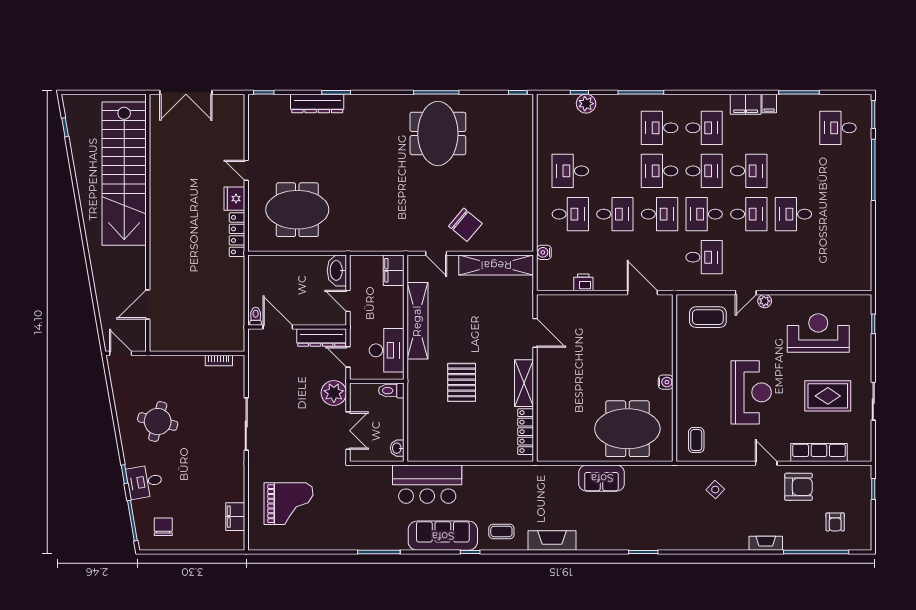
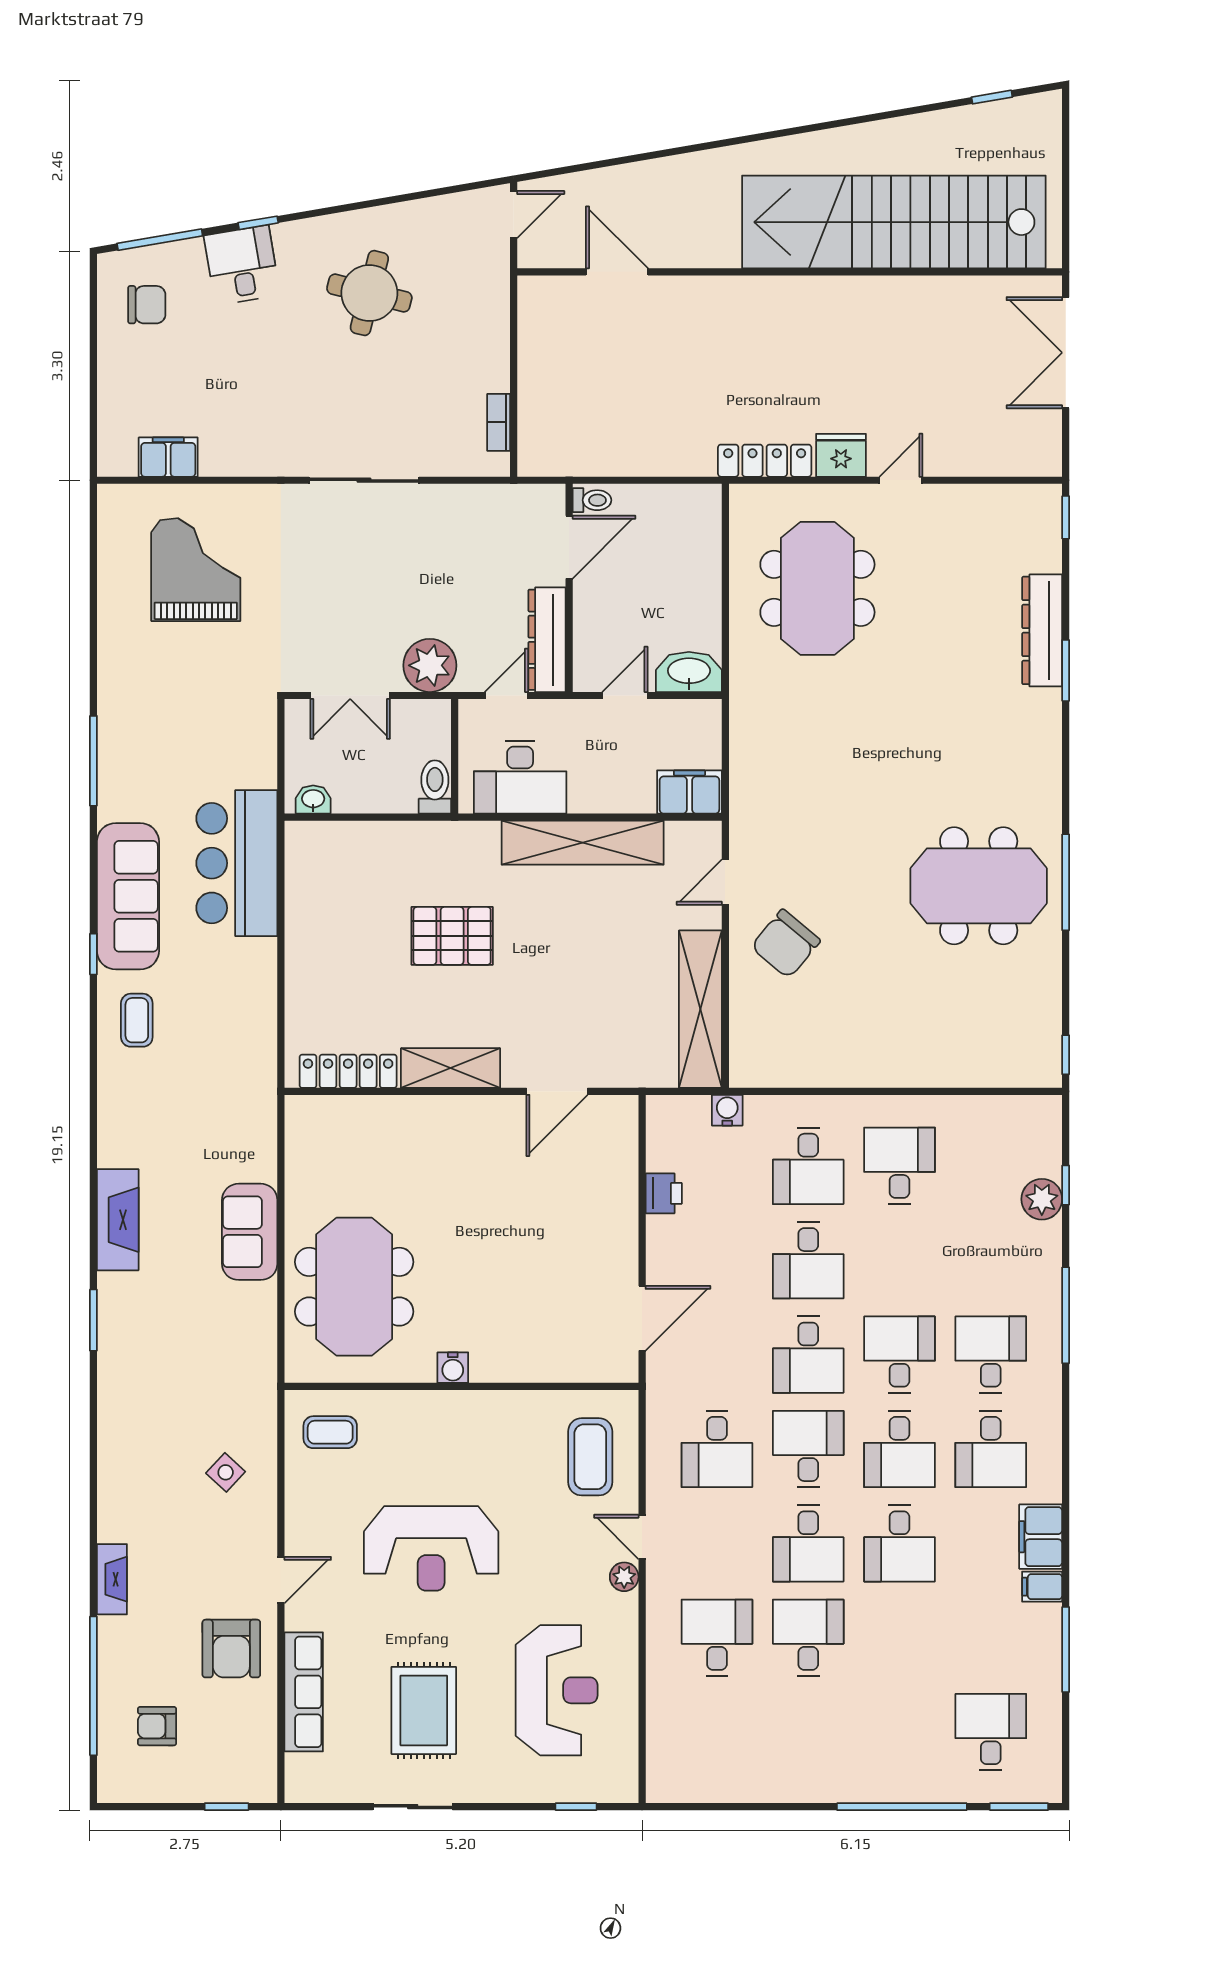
desk: (793, 257) -> (717, 1638), added
grand piano: (288, 504) -> (196, 570), turned 180
fireplace: (552, 540) -> (118, 1220), moved

